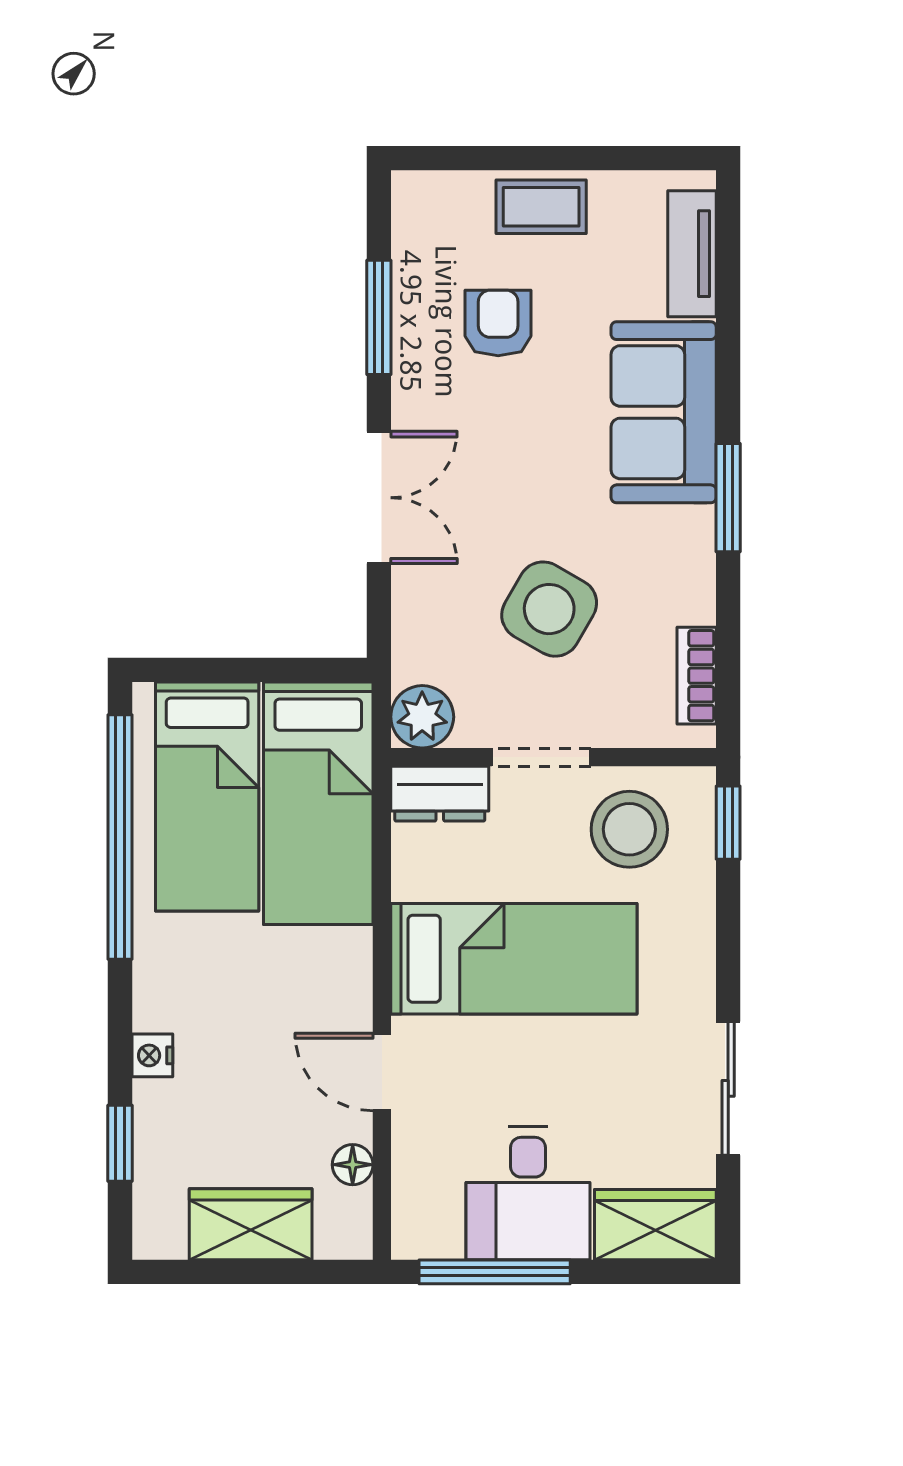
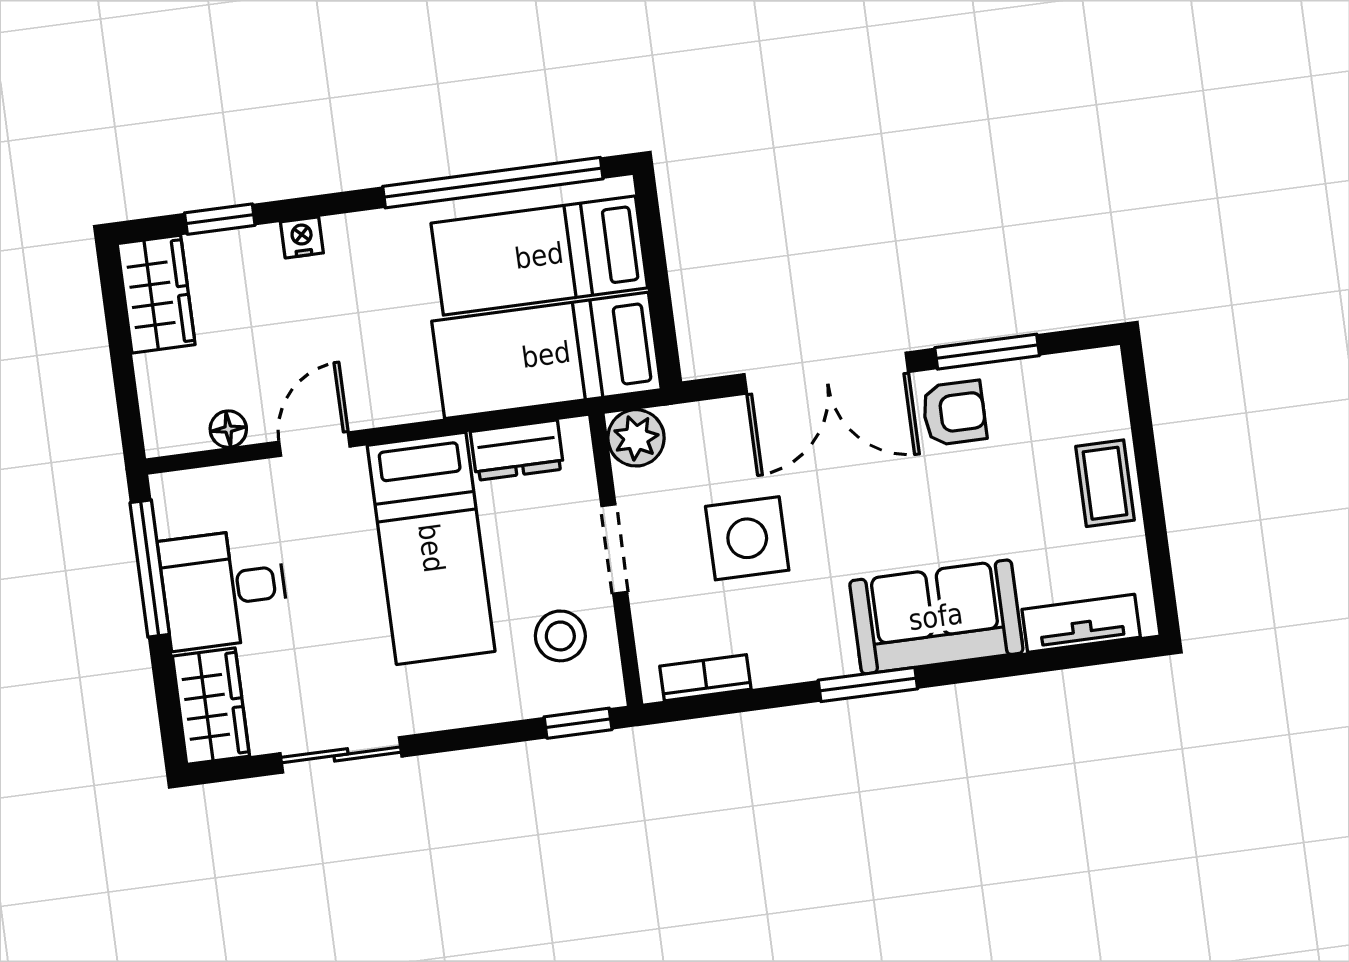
armchair: (498, 323) -> (954, 413), moved
double door: (379, 498) -> (826, 373), width x1.37
side table: (549, 609) -> (747, 538), turned -30
dresser: (440, 794) -> (517, 450), moved, turned -90
stool: (629, 829) -> (560, 636), width x0.73, depth x0.73
wardrobe: (251, 1224) -> (156, 294), moved

